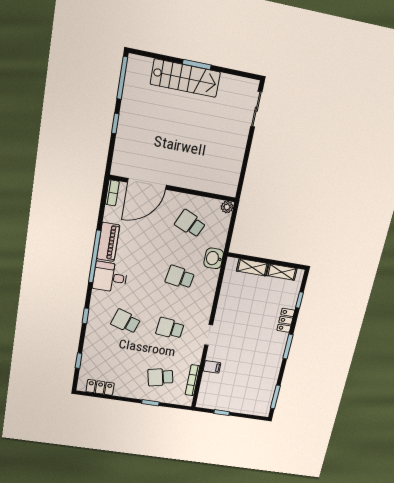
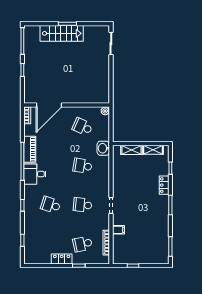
locker: (100, 387) -> (62, 259), moved

